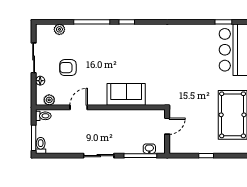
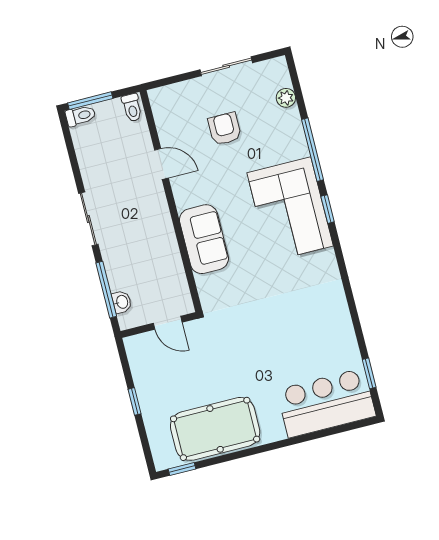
corner sofa: (122, 43) -> (290, 209), added
floor lamp: (40, 81) -> (190, 87), removed
plant: (49, 100) -> (162, 111), removed

